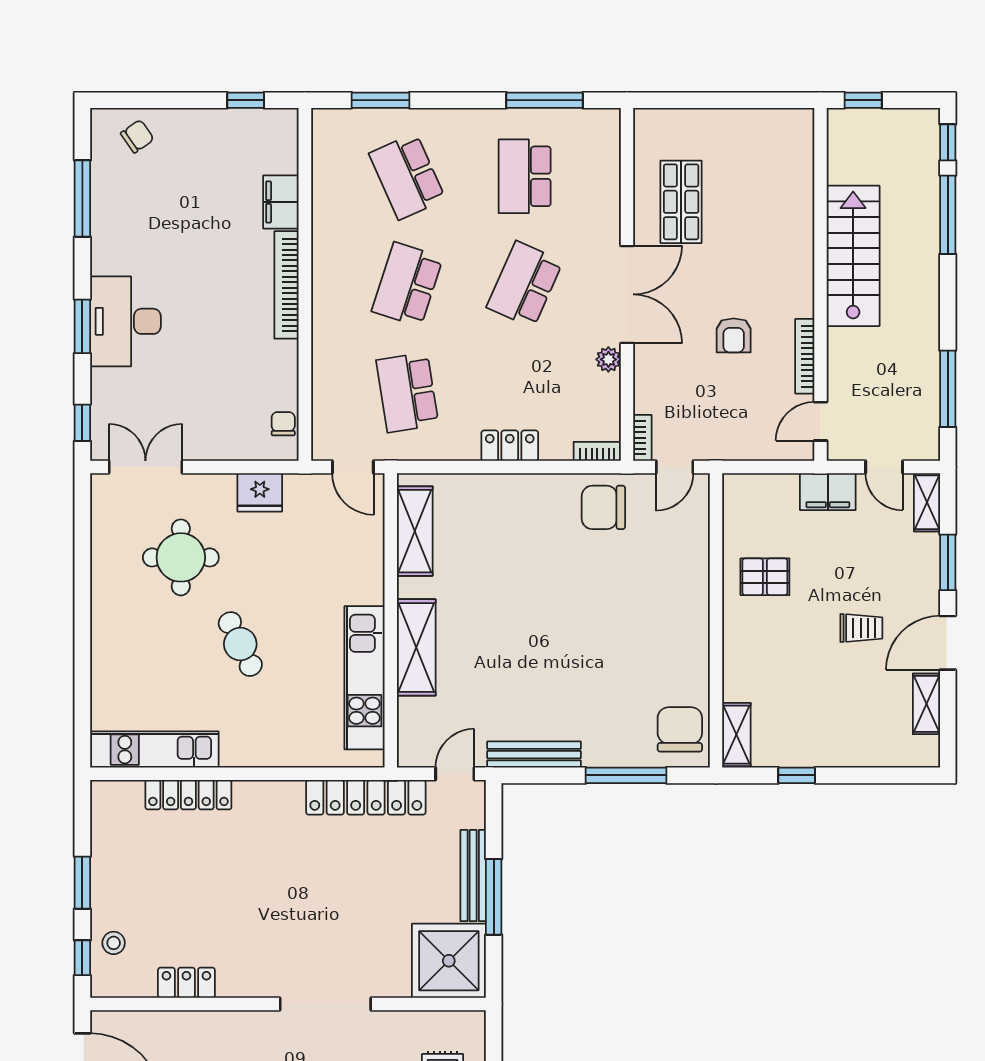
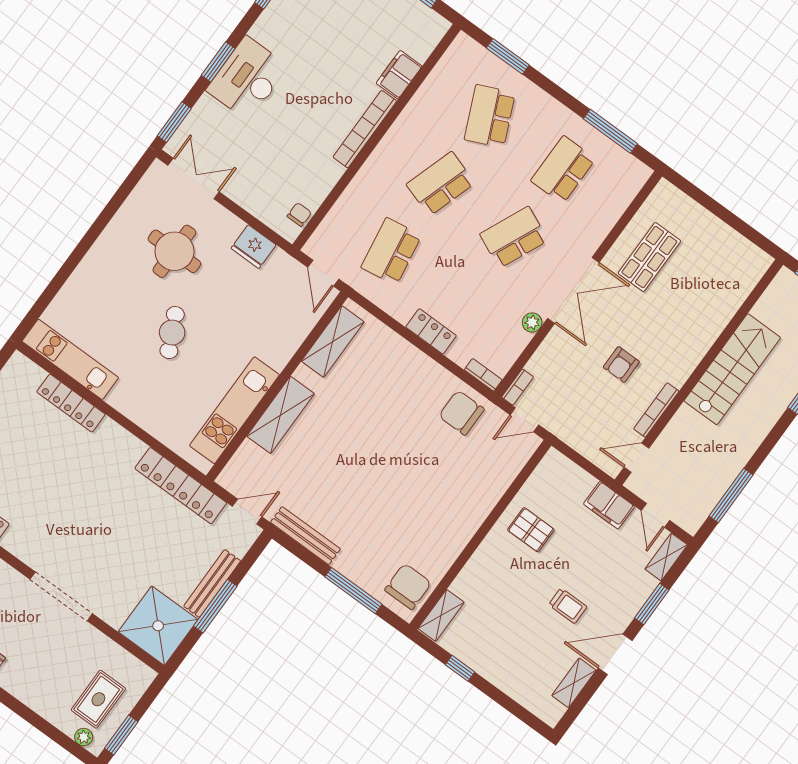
window: (82, 423) -> (174, 122), width x1.50

